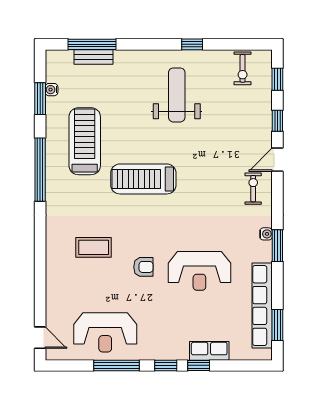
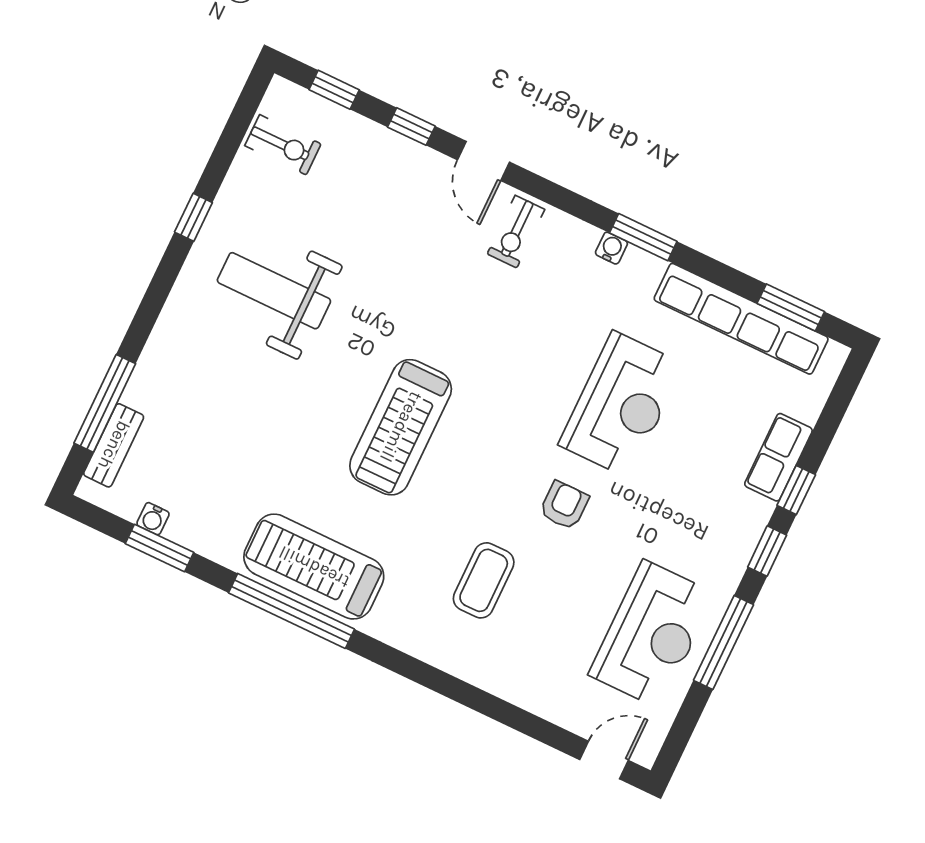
bench: (94, 57) -> (114, 445), moved
treadmill: (85, 141) -> (314, 567), moved
exercise bike: (253, 189) -> (516, 232), turned -90

